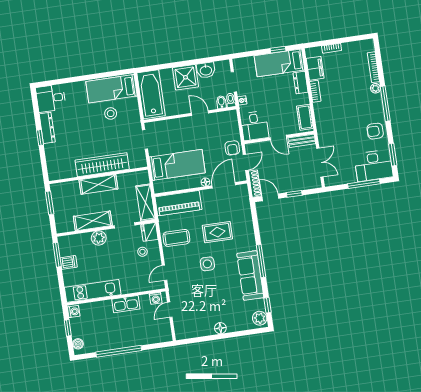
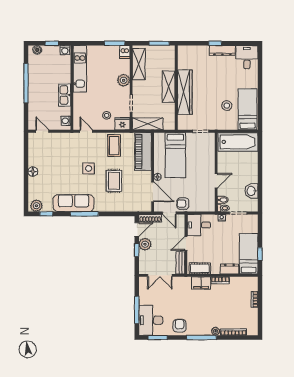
filing cabinet: (315, 68) -> (201, 283), moved
shower: (185, 77) -> (248, 173), removed
plant: (286, 185) -> (145, 244), added
shelving: (93, 221) -> (139, 64), moved
dishwasher: (69, 262) -> (125, 52), moved
door: (170, 310) -> (42, 131), moved

